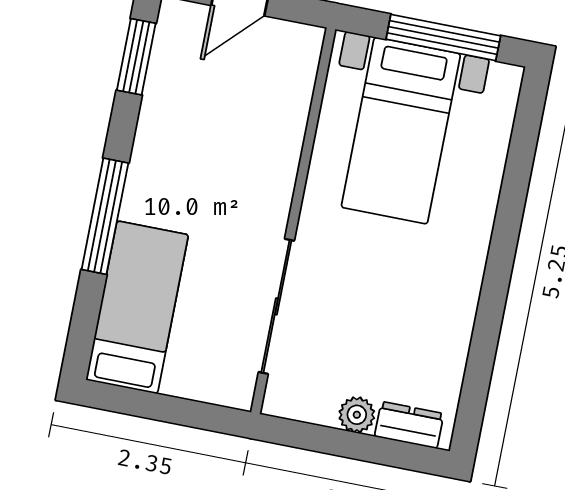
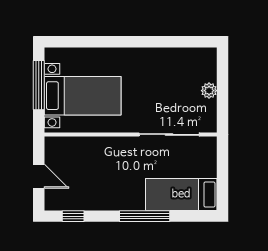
window: (136, 57) -> (73, 216), width x0.67
dresser: (409, 425) -> (209, 67), removed

